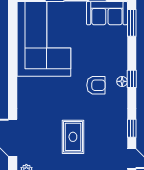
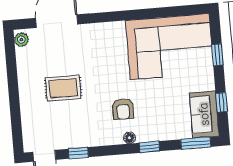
window: (132, 79) -> (149, 147), moved

